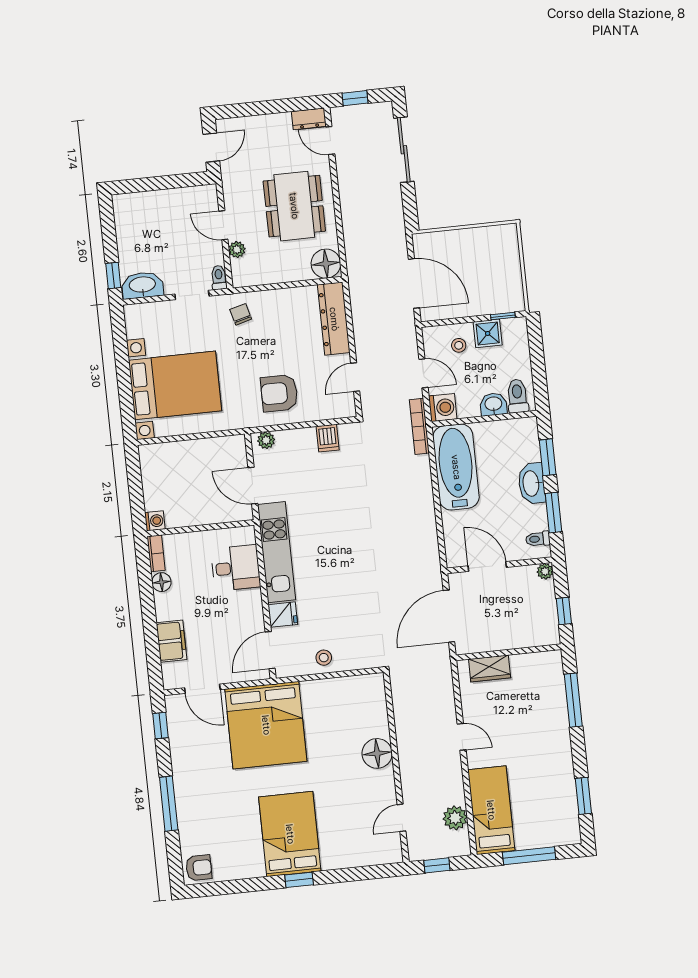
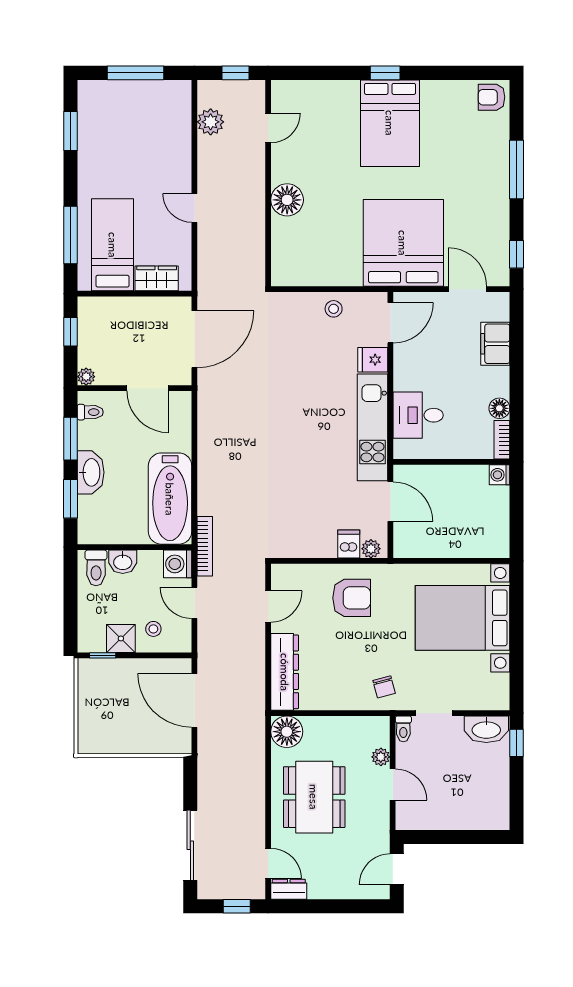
dishwasher: (328, 438) -> (349, 544), moved
bed: (491, 810) -> (113, 245), moved, turned 180

